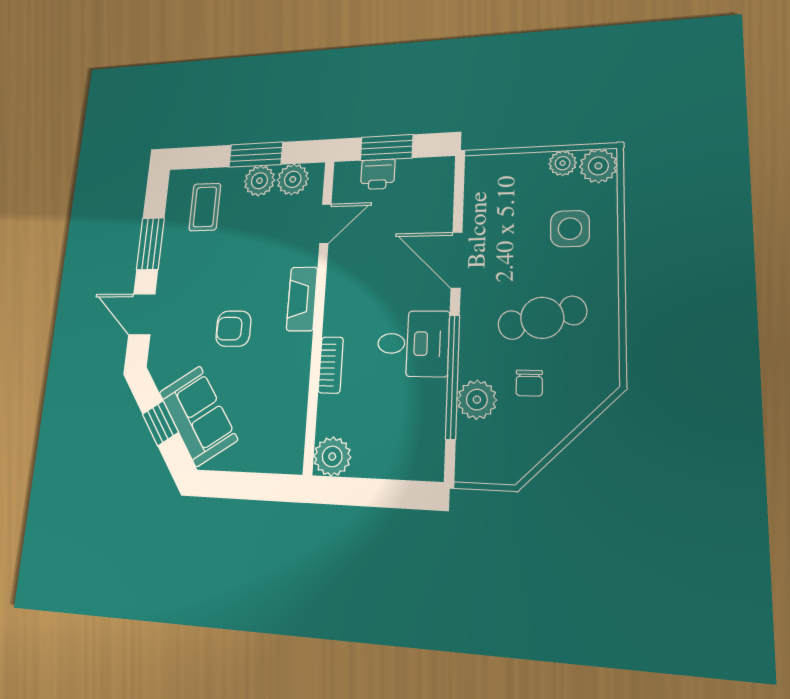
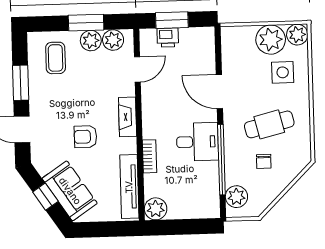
plant: (563, 163) -> (271, 40), width x1.88, depth x1.88
plant: (477, 400) -> (236, 197), moved
tv unit: (293, 415) -> (129, 187), added

